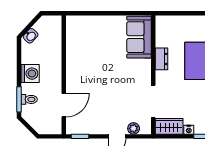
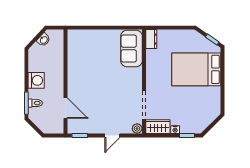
washbasin: (31, 36) -> (44, 40), moved
dresser: (162, 59) -> (151, 39), moved
door: (64, 105) -> (66, 108), hinge flipped
plant: (134, 128) -> (137, 129), moved

